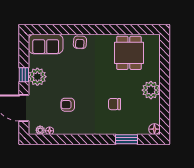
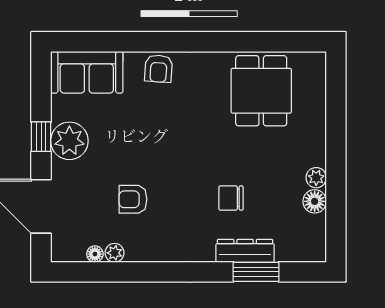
plant: (151, 90) -> (316, 178), width x0.53, depth x0.53
dresser: (121, 129) -> (245, 251), added
floor lamp: (154, 129) -> (315, 201), moved
plant: (40, 130) -> (115, 253), moved

